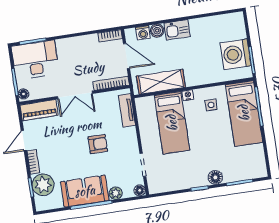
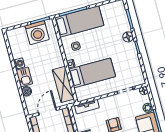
washing machine: (143, 33) -> (19, 63), moved

